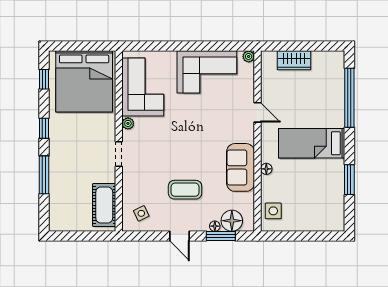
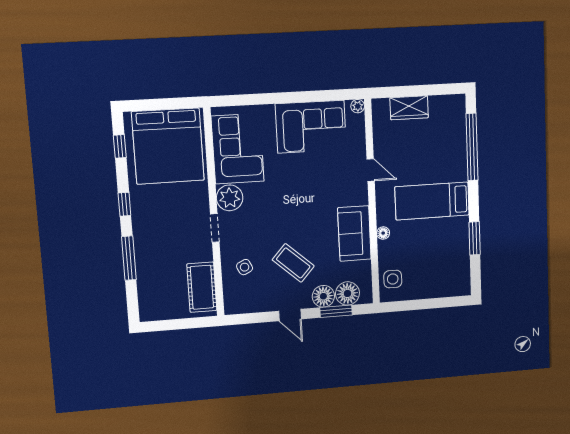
plant: (128, 123) -> (230, 198), width x1.88, depth x1.88
coffee table: (185, 190) -> (293, 263), turned 42
side table: (141, 213) -> (245, 267), moved
floor lamp: (215, 226) -> (323, 296), width x1.89, depth x1.89

